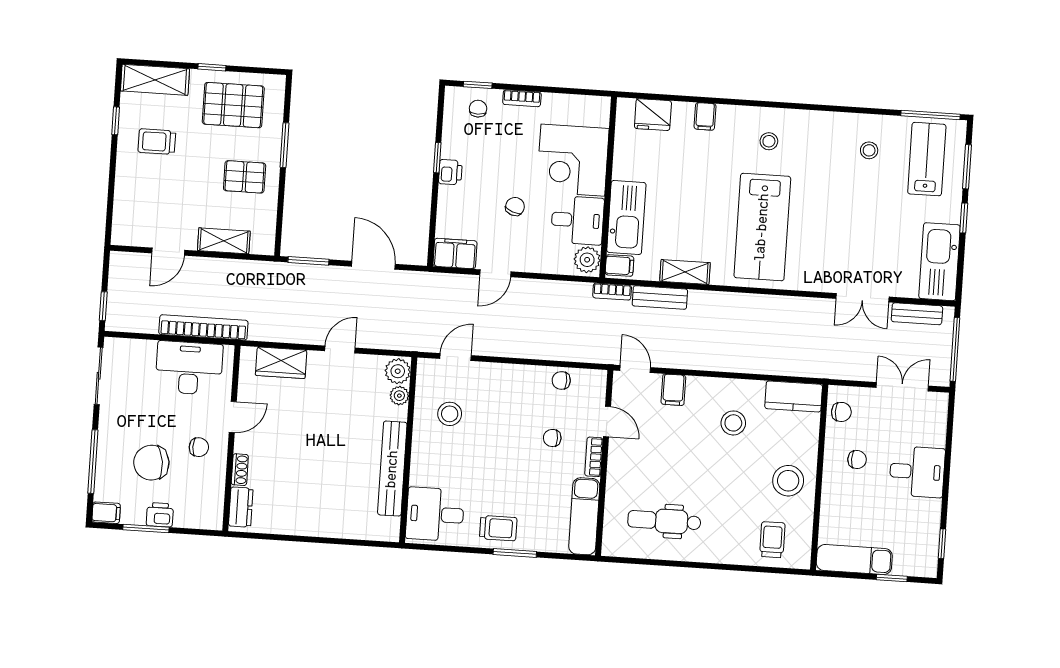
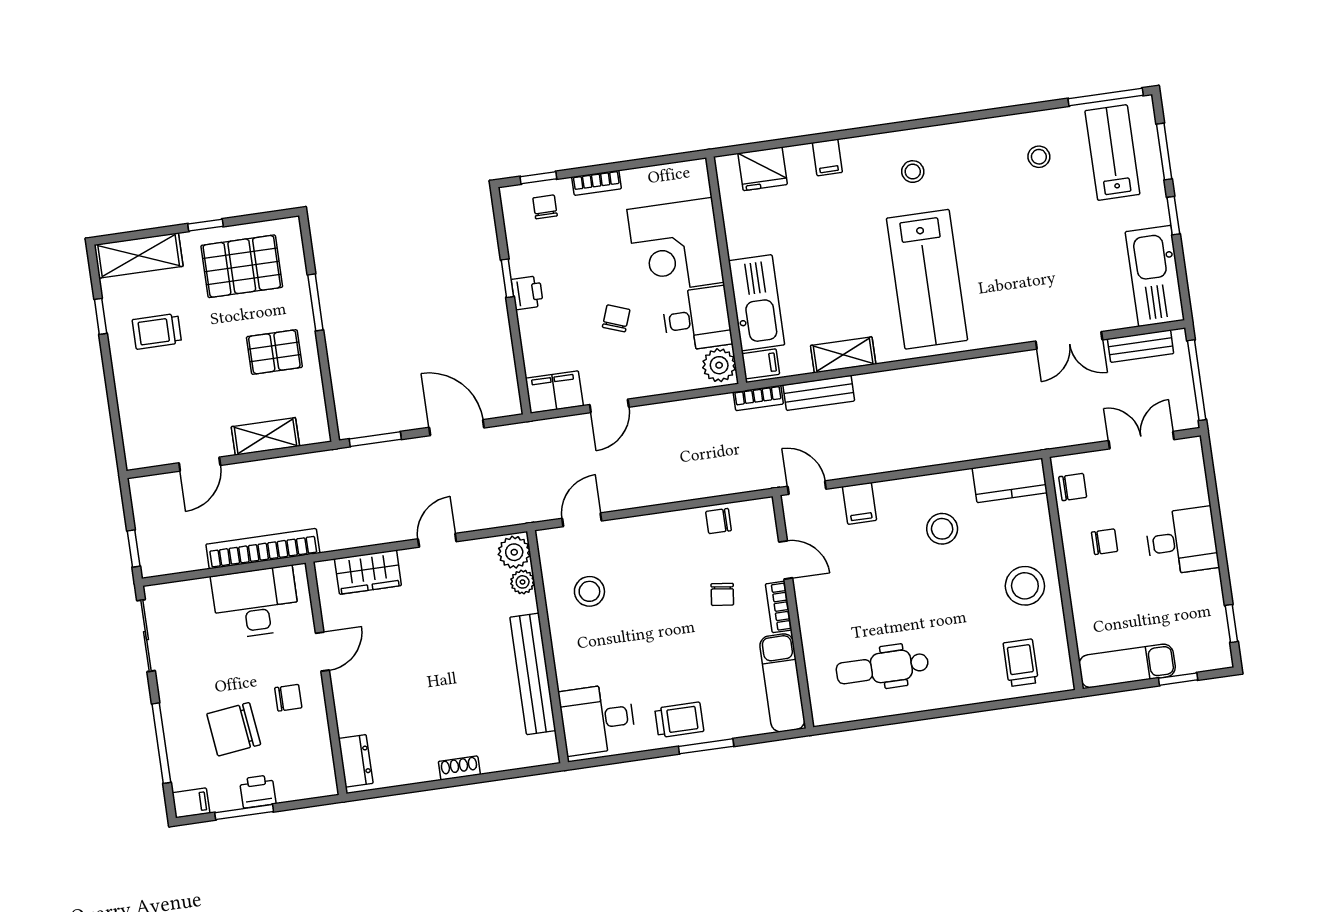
chair: (552, 438) -> (722, 594), turned -83
shoe rack: (240, 470) -> (459, 768), moved, turned -90

